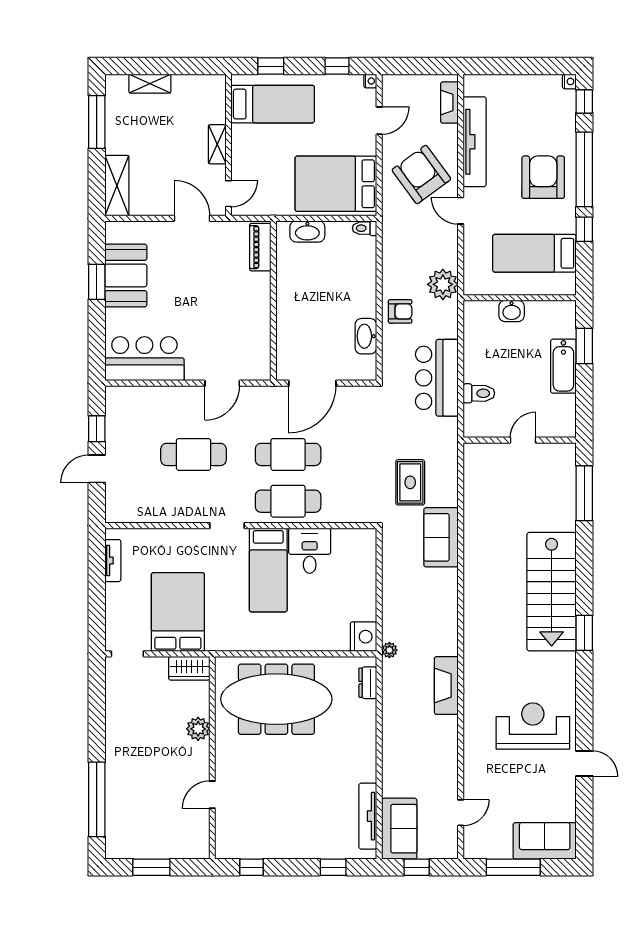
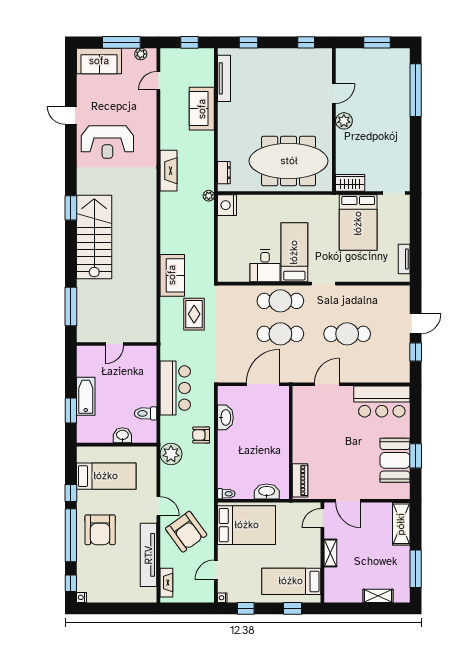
toilet: (479, 393) -> (146, 413), moved
plant: (198, 729) -> (344, 121), moved
sofa: (399, 829) -> (202, 109), moved
plant: (486, 851) -> (141, 54), added

